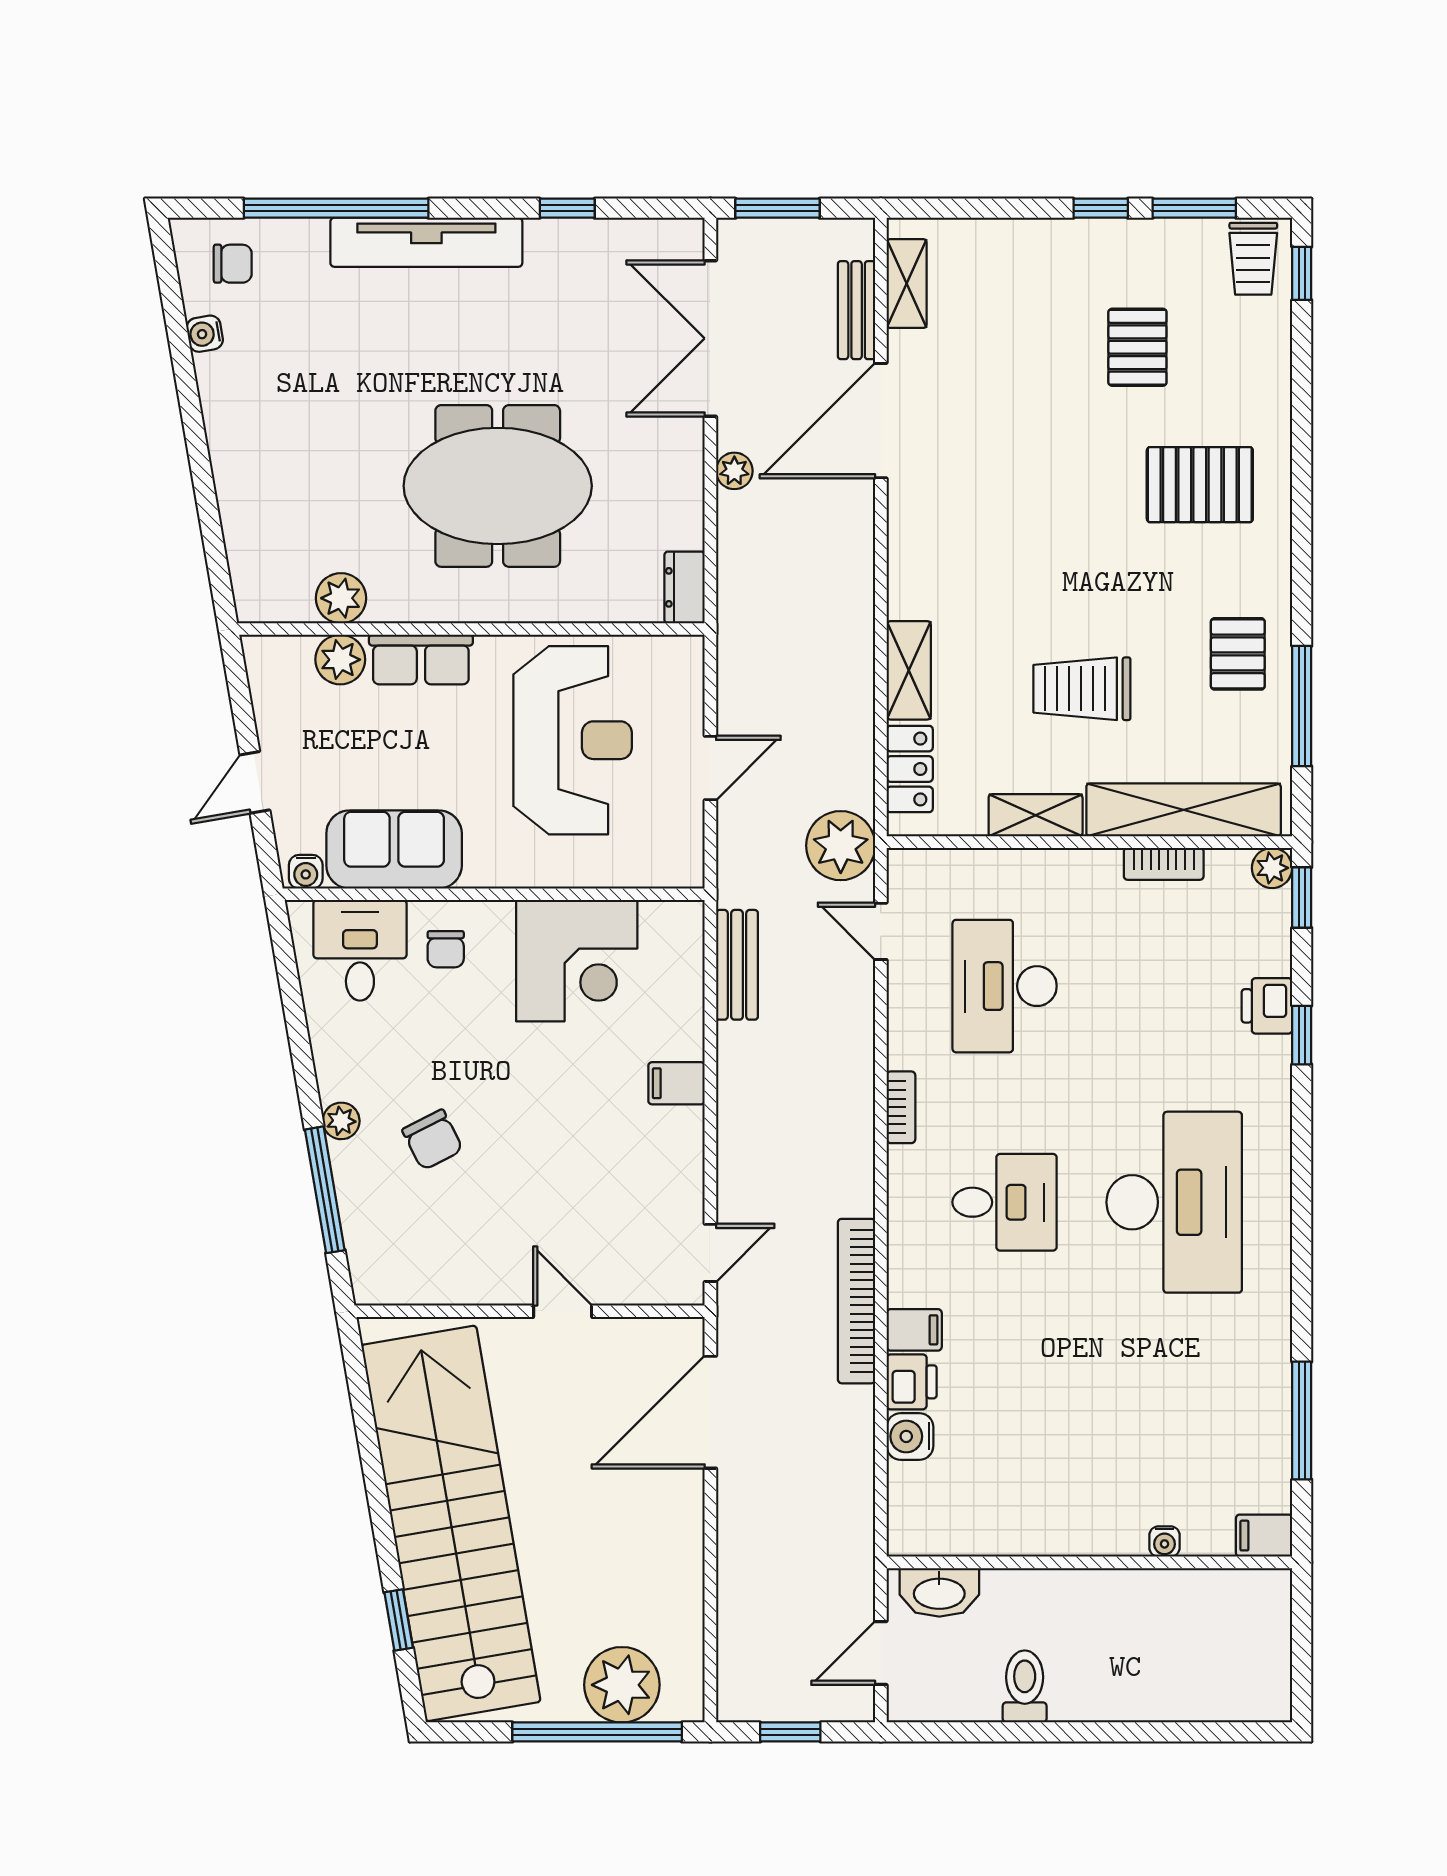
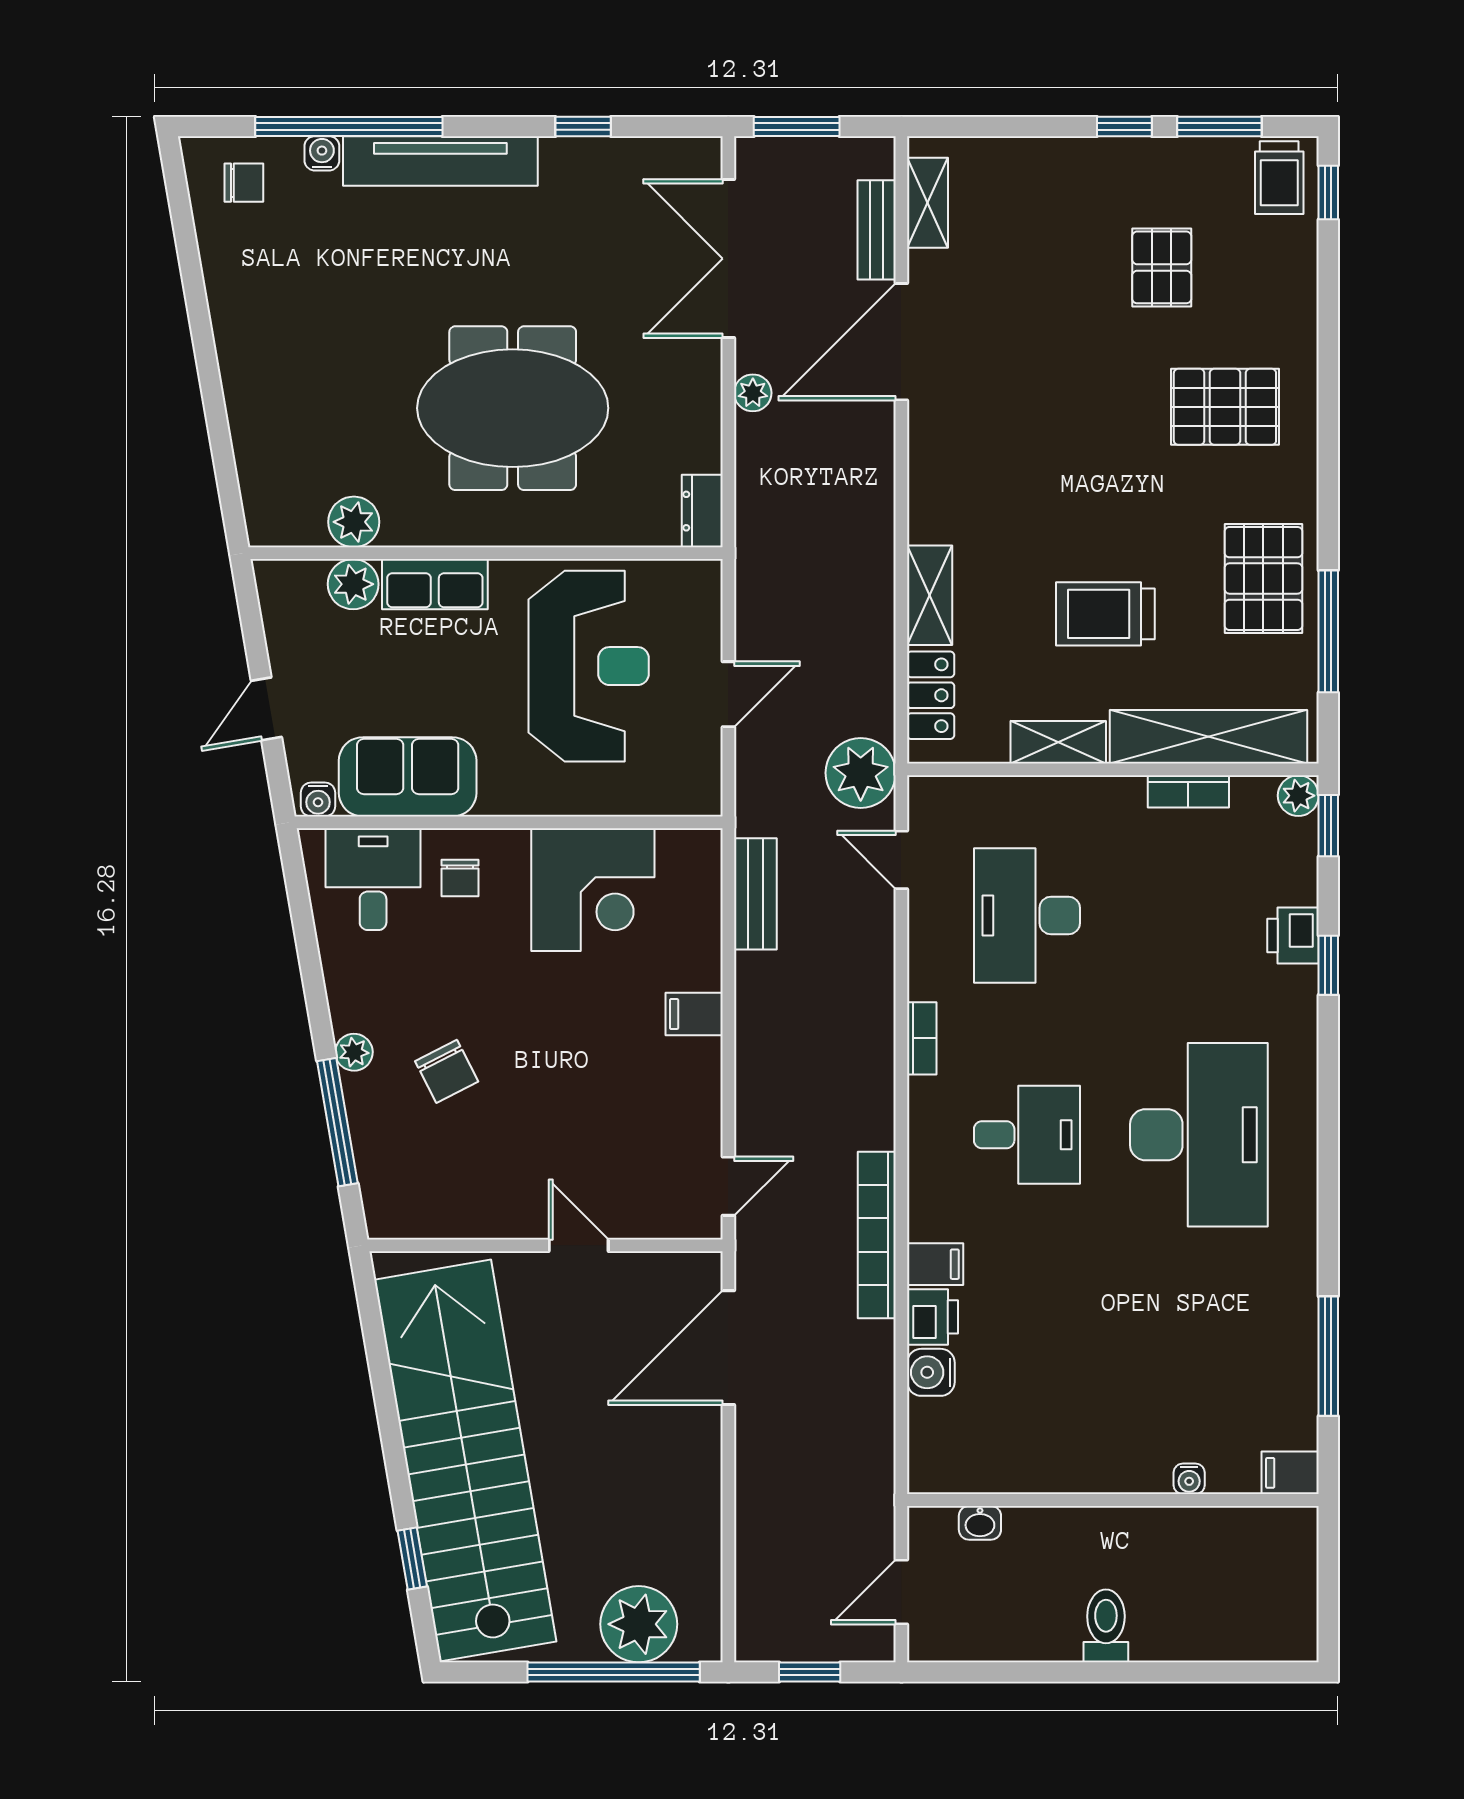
water cooler: (205, 334) -> (322, 153), moved, turned 100
pallet: (1238, 654) -> (1263, 578), width x1.50, depth x1.42
washbasin: (939, 1592) -> (980, 1523), width x0.52, depth x0.69
toilet: (1025, 1686) -> (1106, 1626), moved

